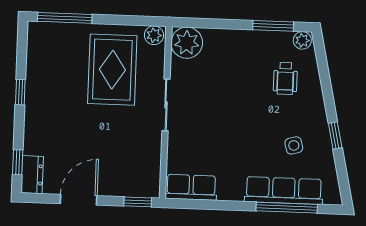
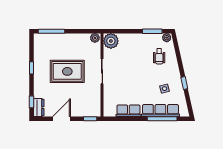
rug: (112, 70) -> (67, 71), moved, turned 90
row of seats: (191, 187) -> (128, 111), moved

